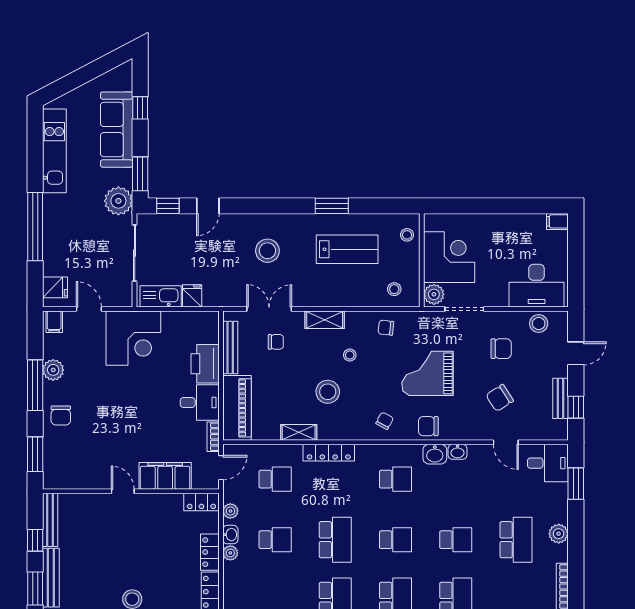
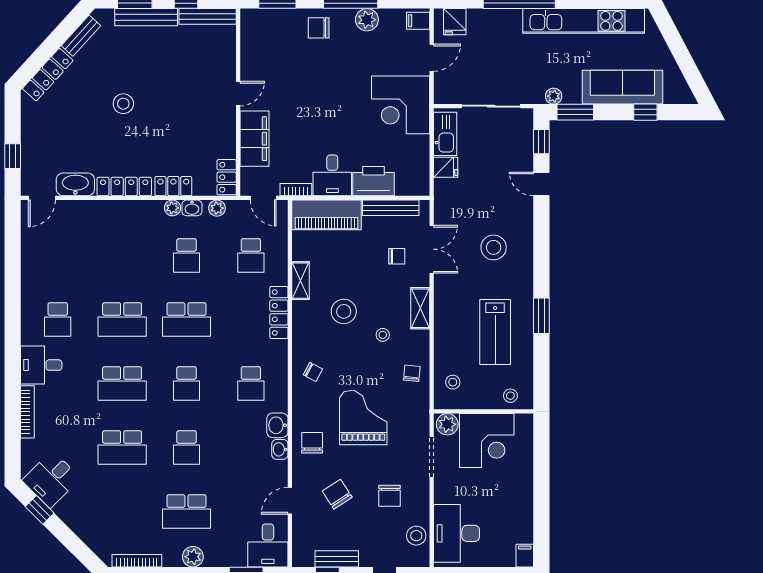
kitchen unit: (54, 151) -> (584, 21), width x1.36
plant: (118, 201) -> (554, 96), width x0.53, depth x0.53
chair: (276, 342) -> (397, 256), turned -90
chair: (428, 426) -> (312, 443), moved

